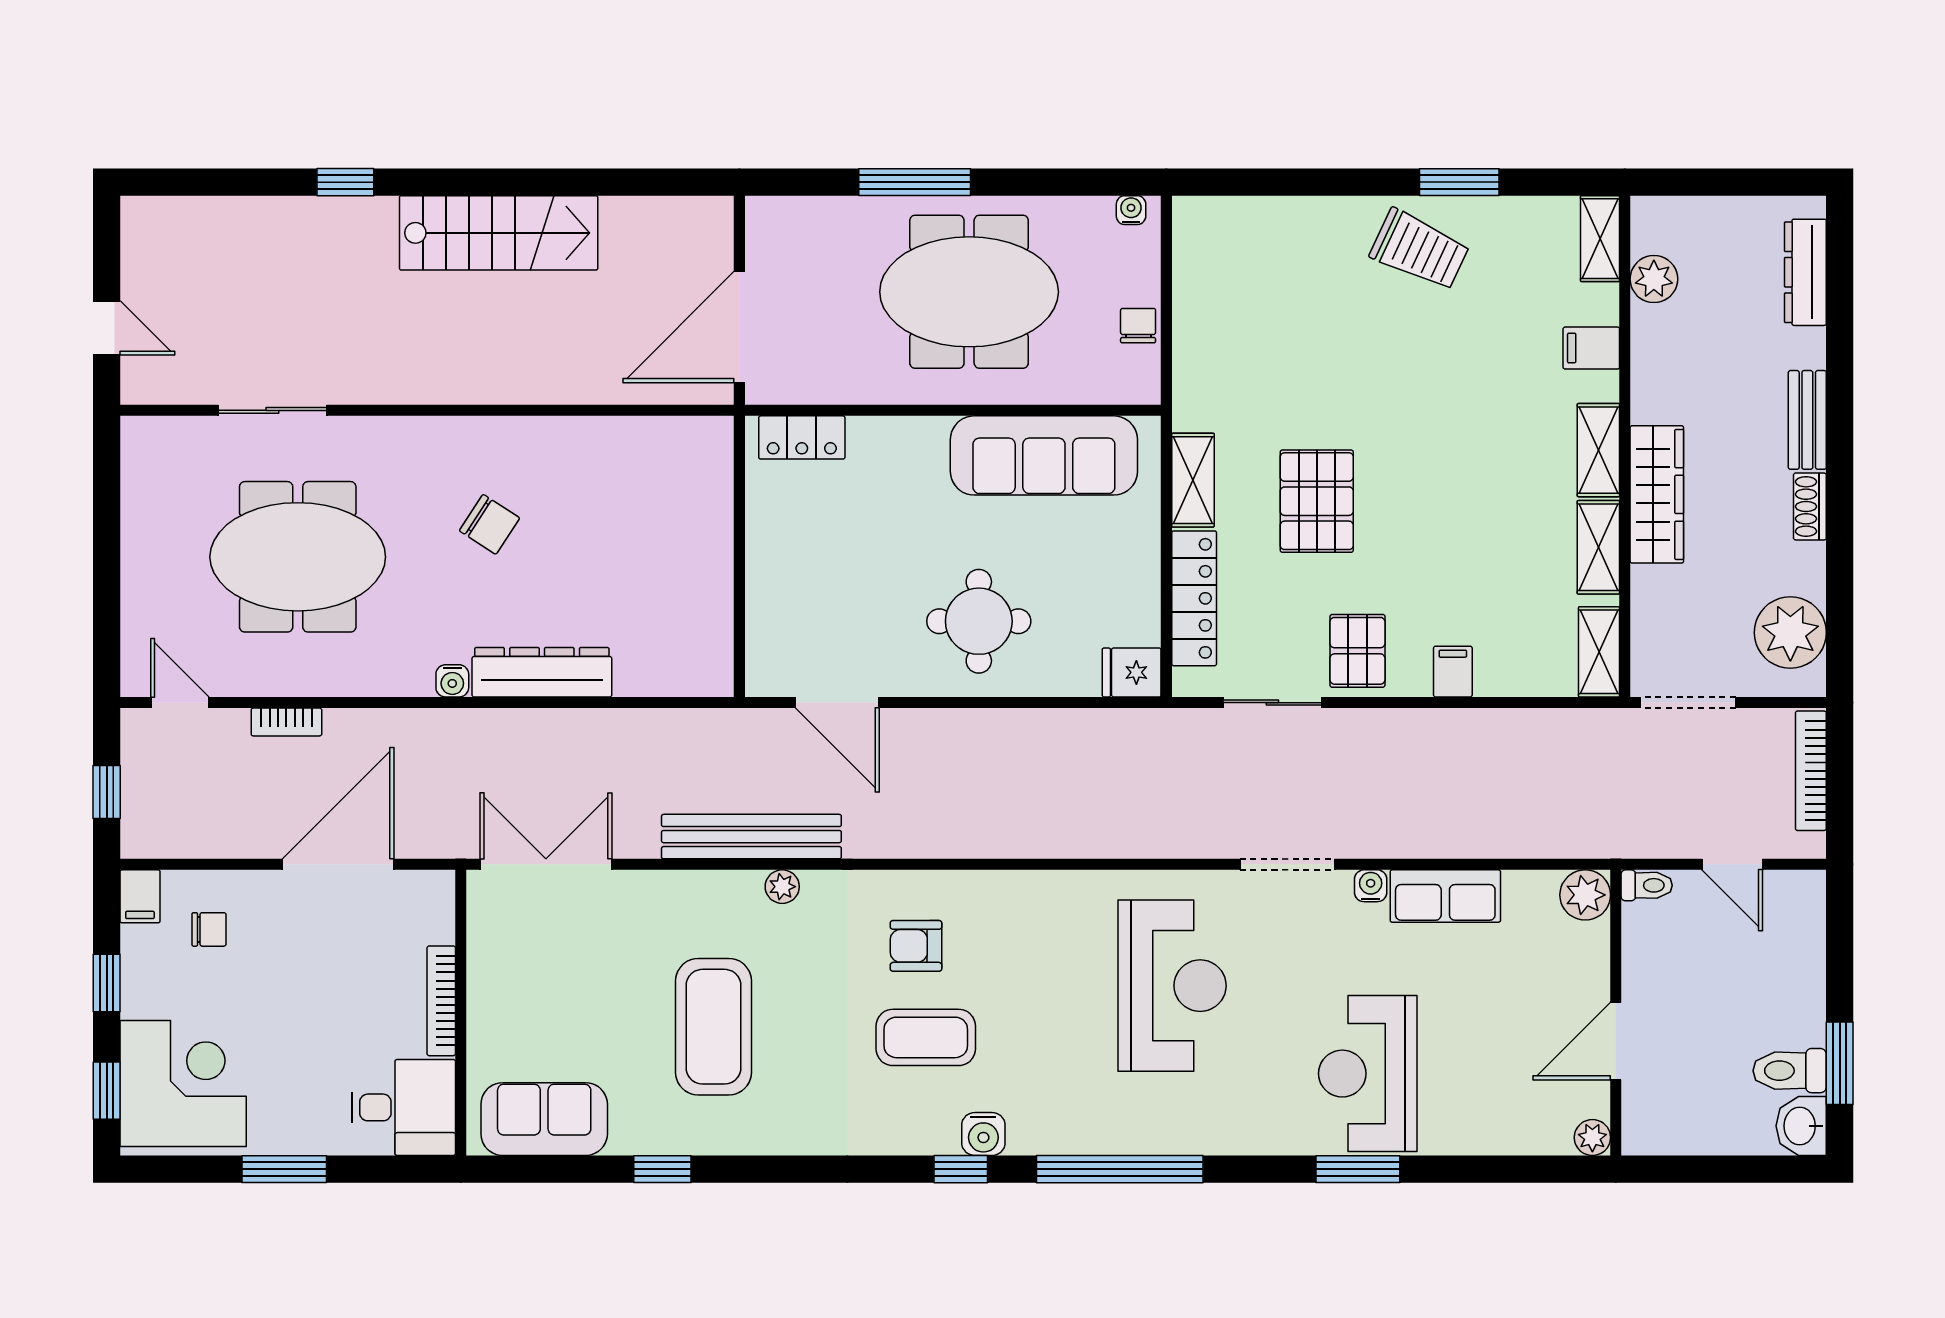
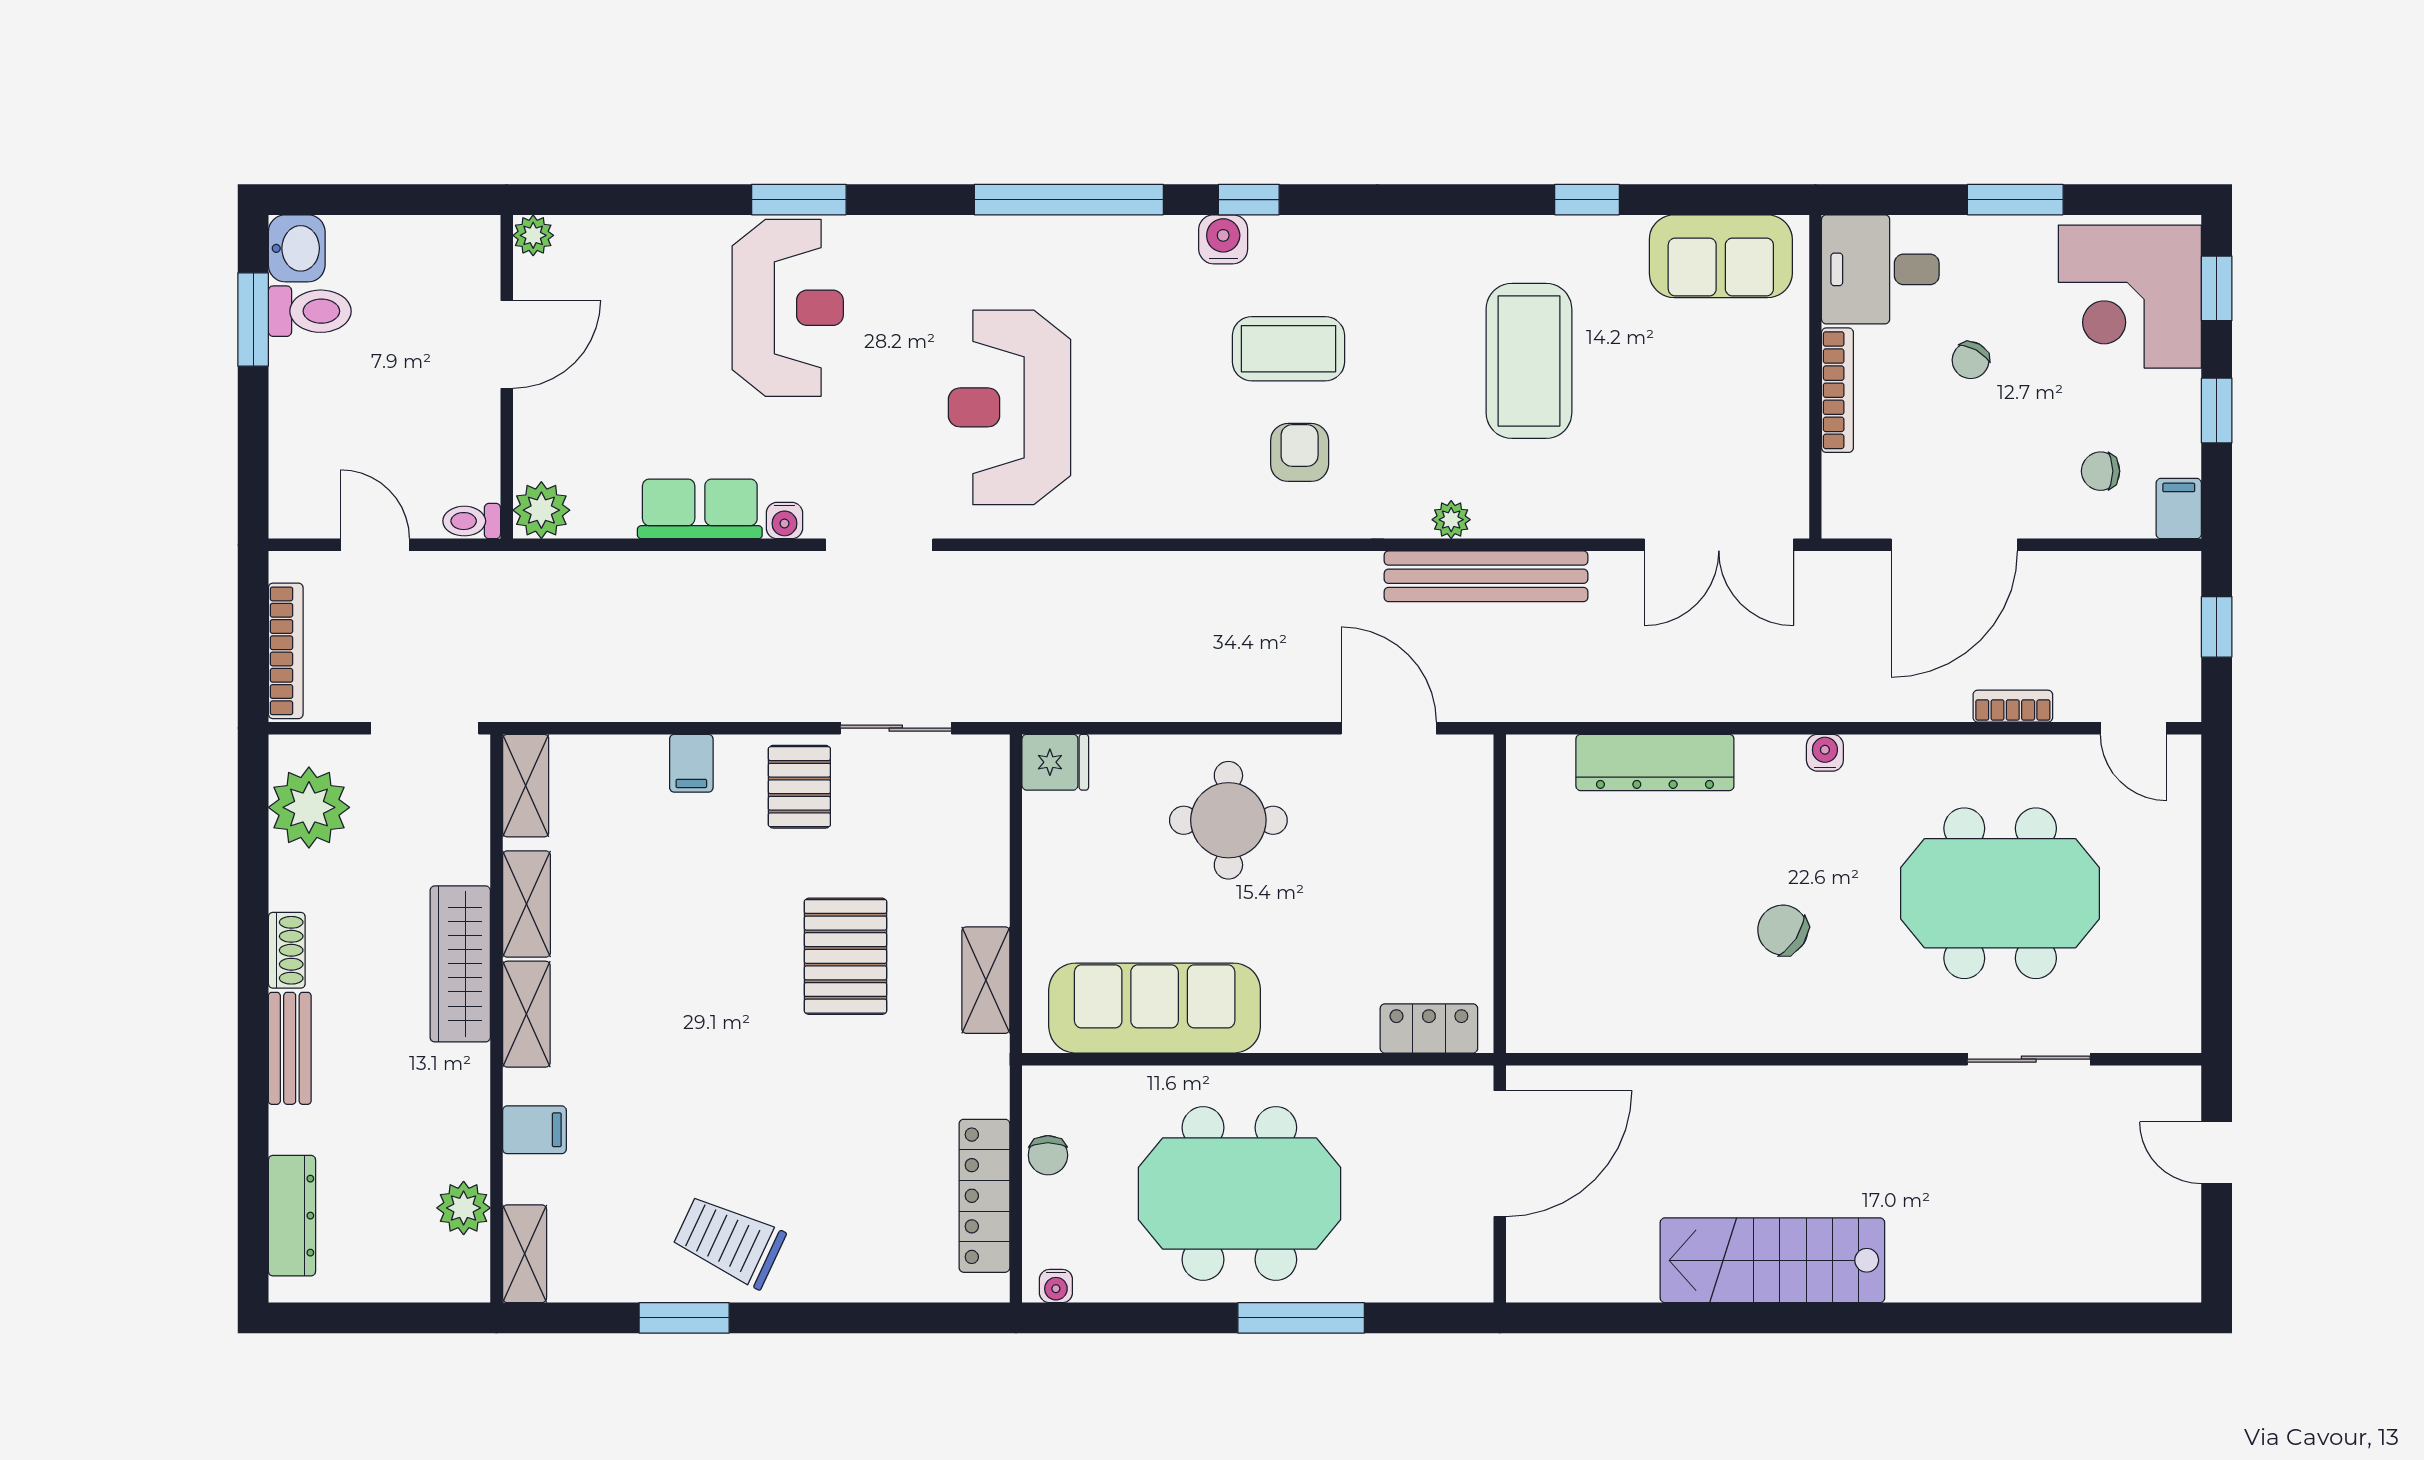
window: (345, 182) -> (1946, 1318), removed
locker: (1194, 598) -> (984, 1196), moved
dresser: (542, 672) -> (1655, 762), moved
armchair: (916, 946) -> (1300, 452), turned -90
chair: (324, 1027) -> (1971, 360), added

